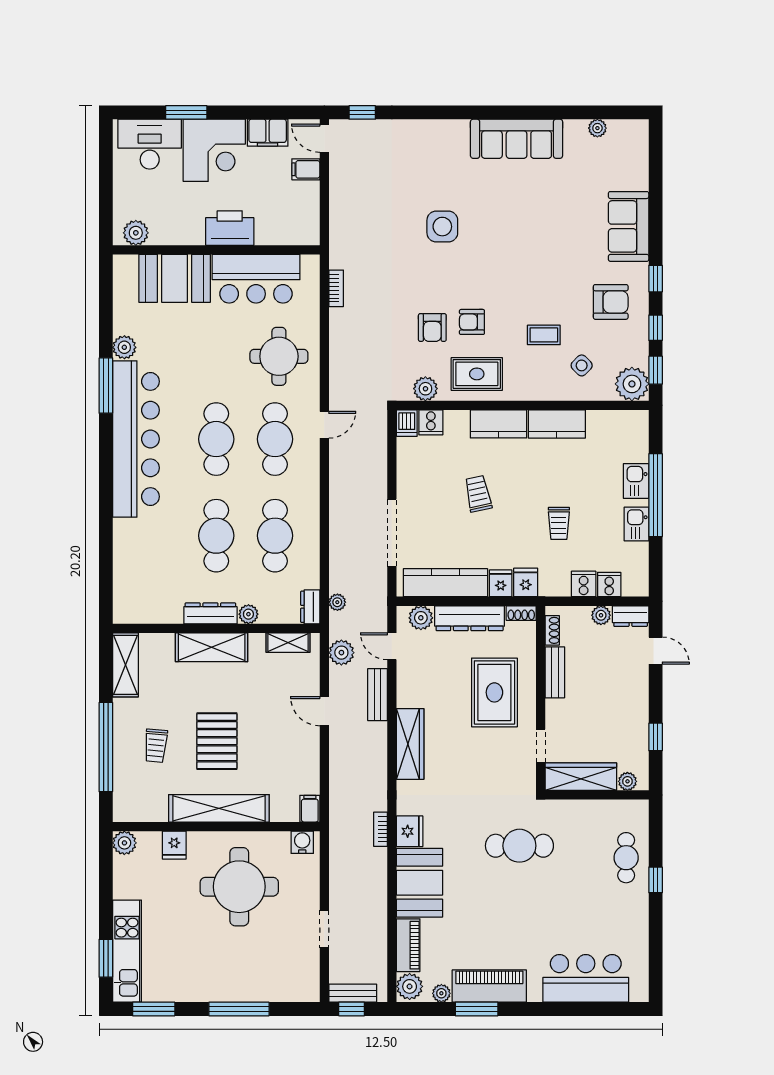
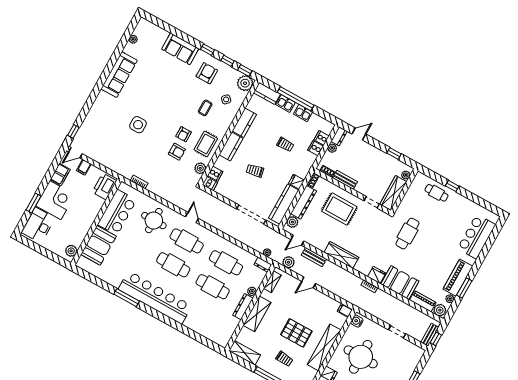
printer: (230, 228) -> (104, 186), moved
plant: (124, 347) -> (115, 281), removed
kitchen counter: (636, 436) -> (267, 93), added
fridge: (526, 582) -> (302, 171), removed

